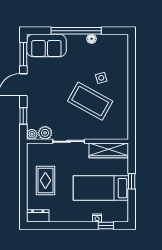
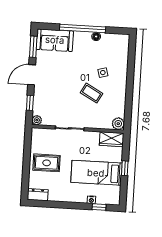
coffee table: (90, 101) -> (91, 93), width x0.54, depth x0.58
plant: (45, 133) -> (118, 124), moved
wardrobe: (109, 150) -> (112, 139), width x0.67
rug: (45, 180) -> (47, 163), turned 90

